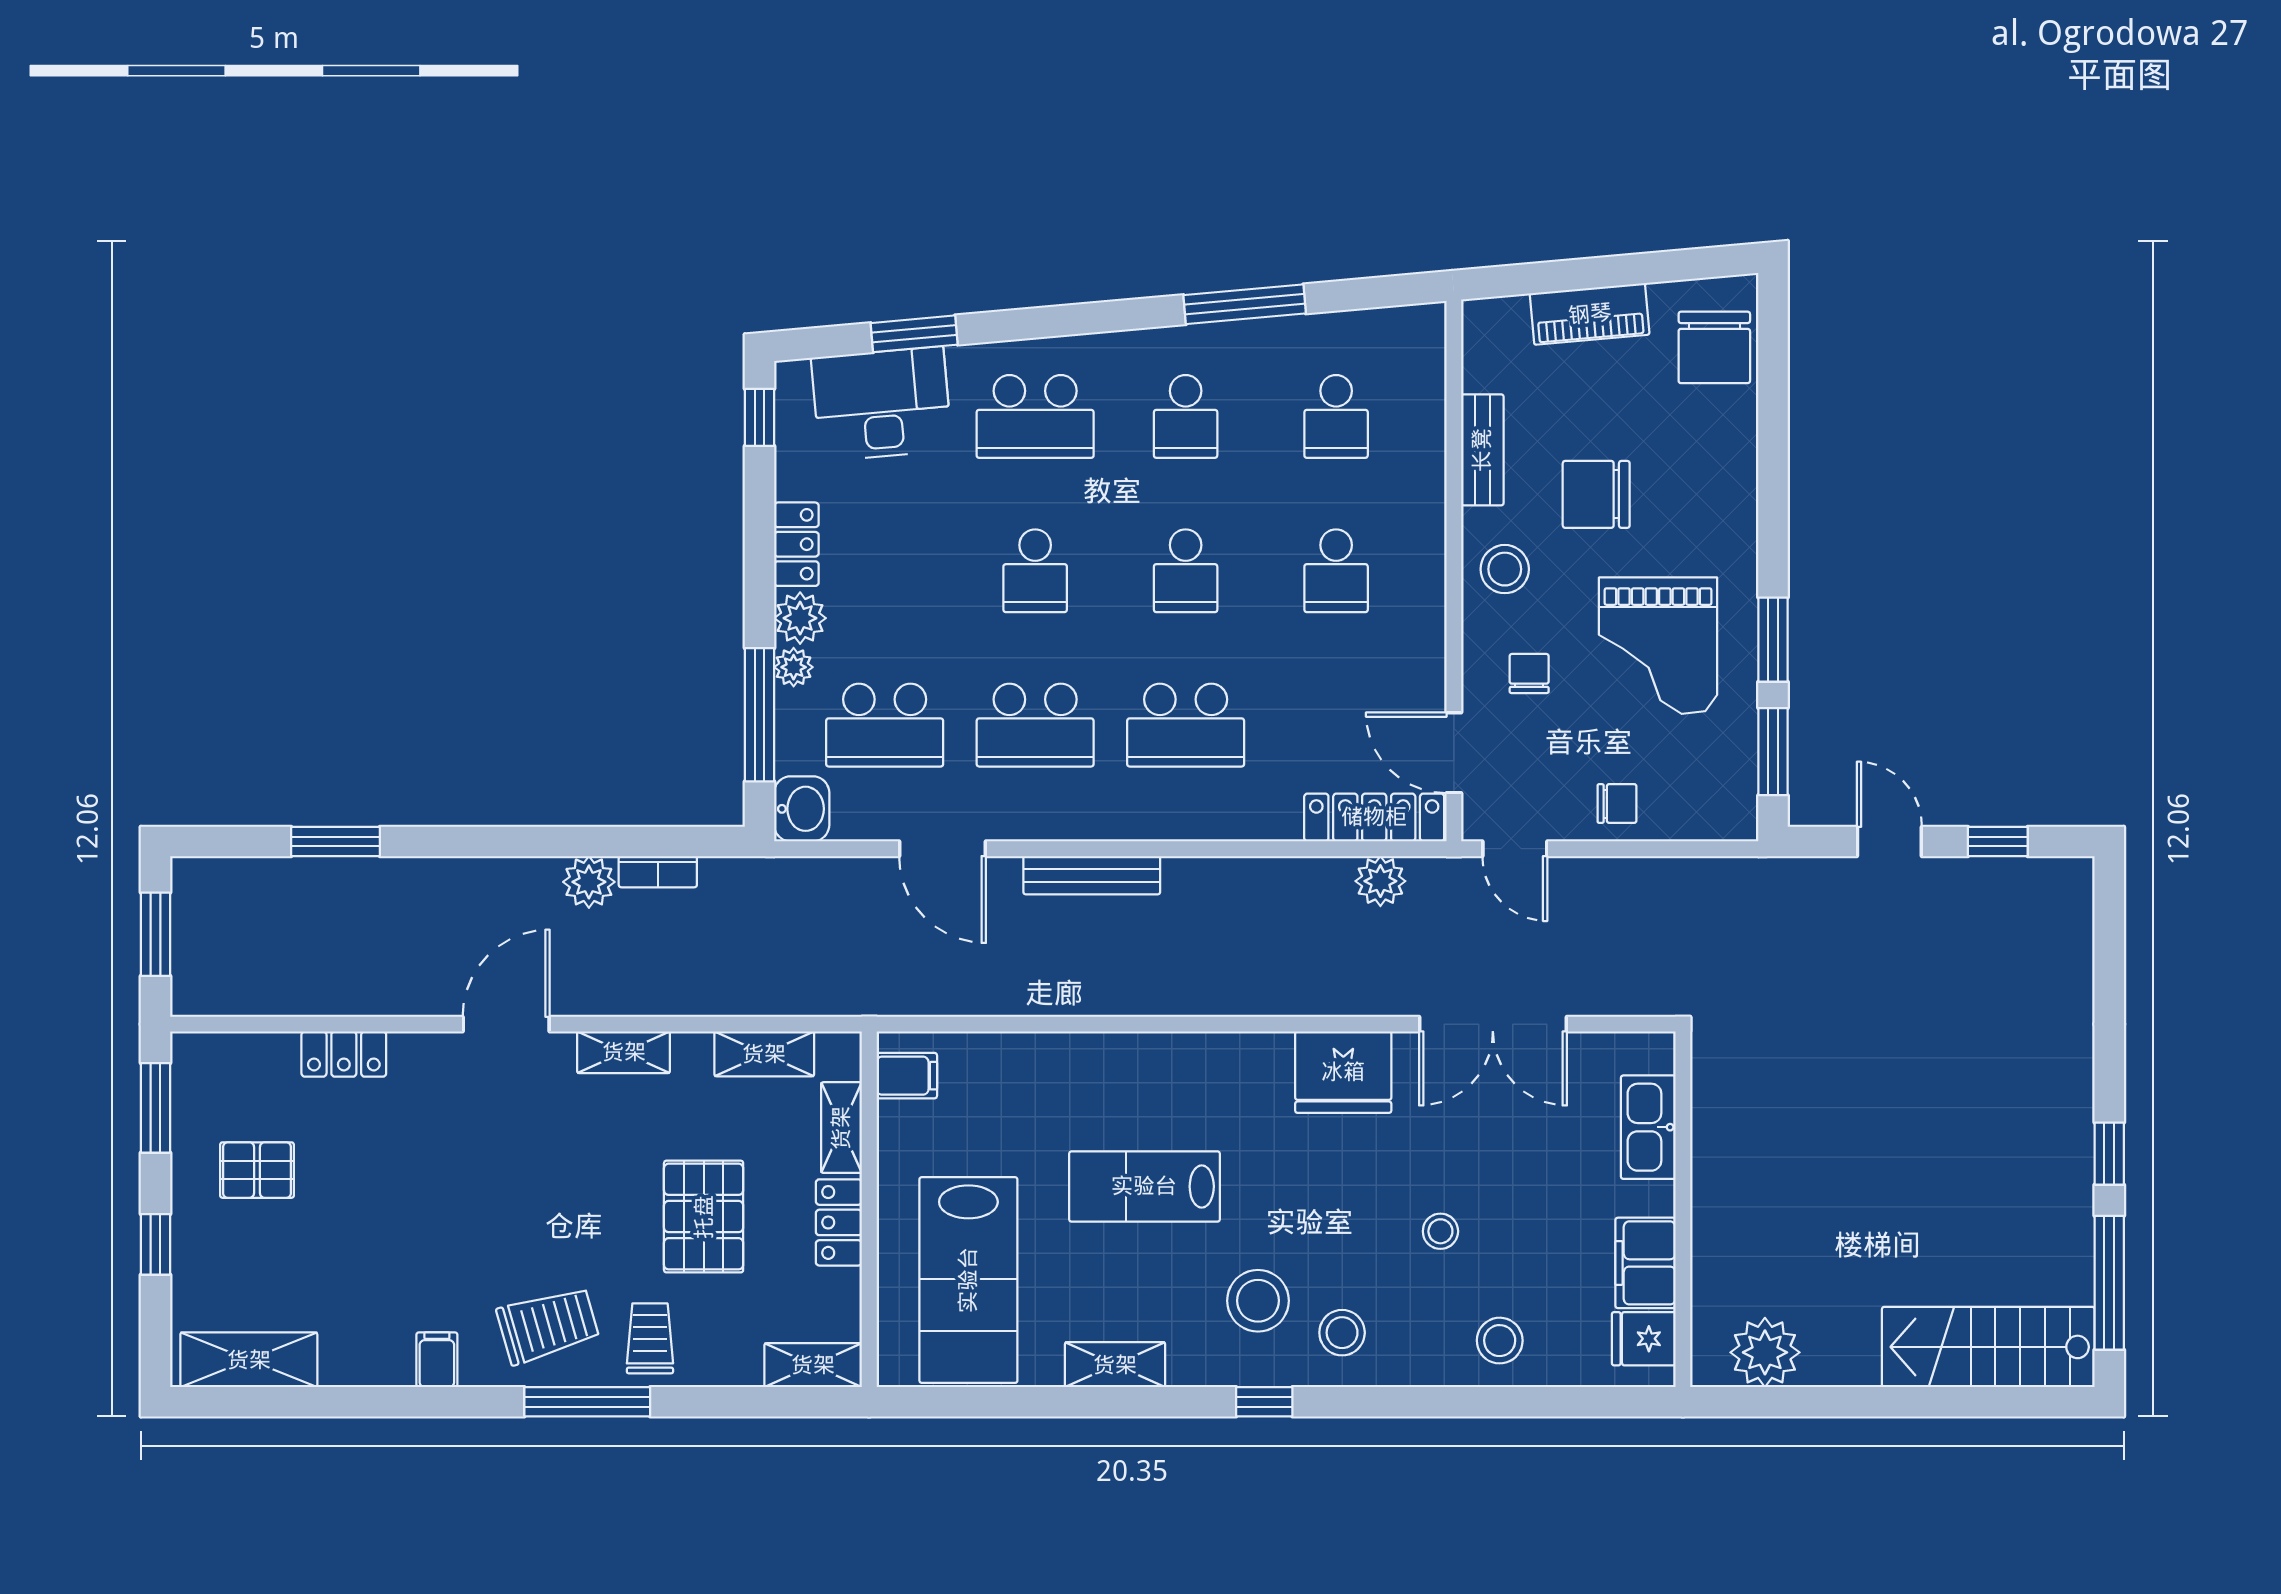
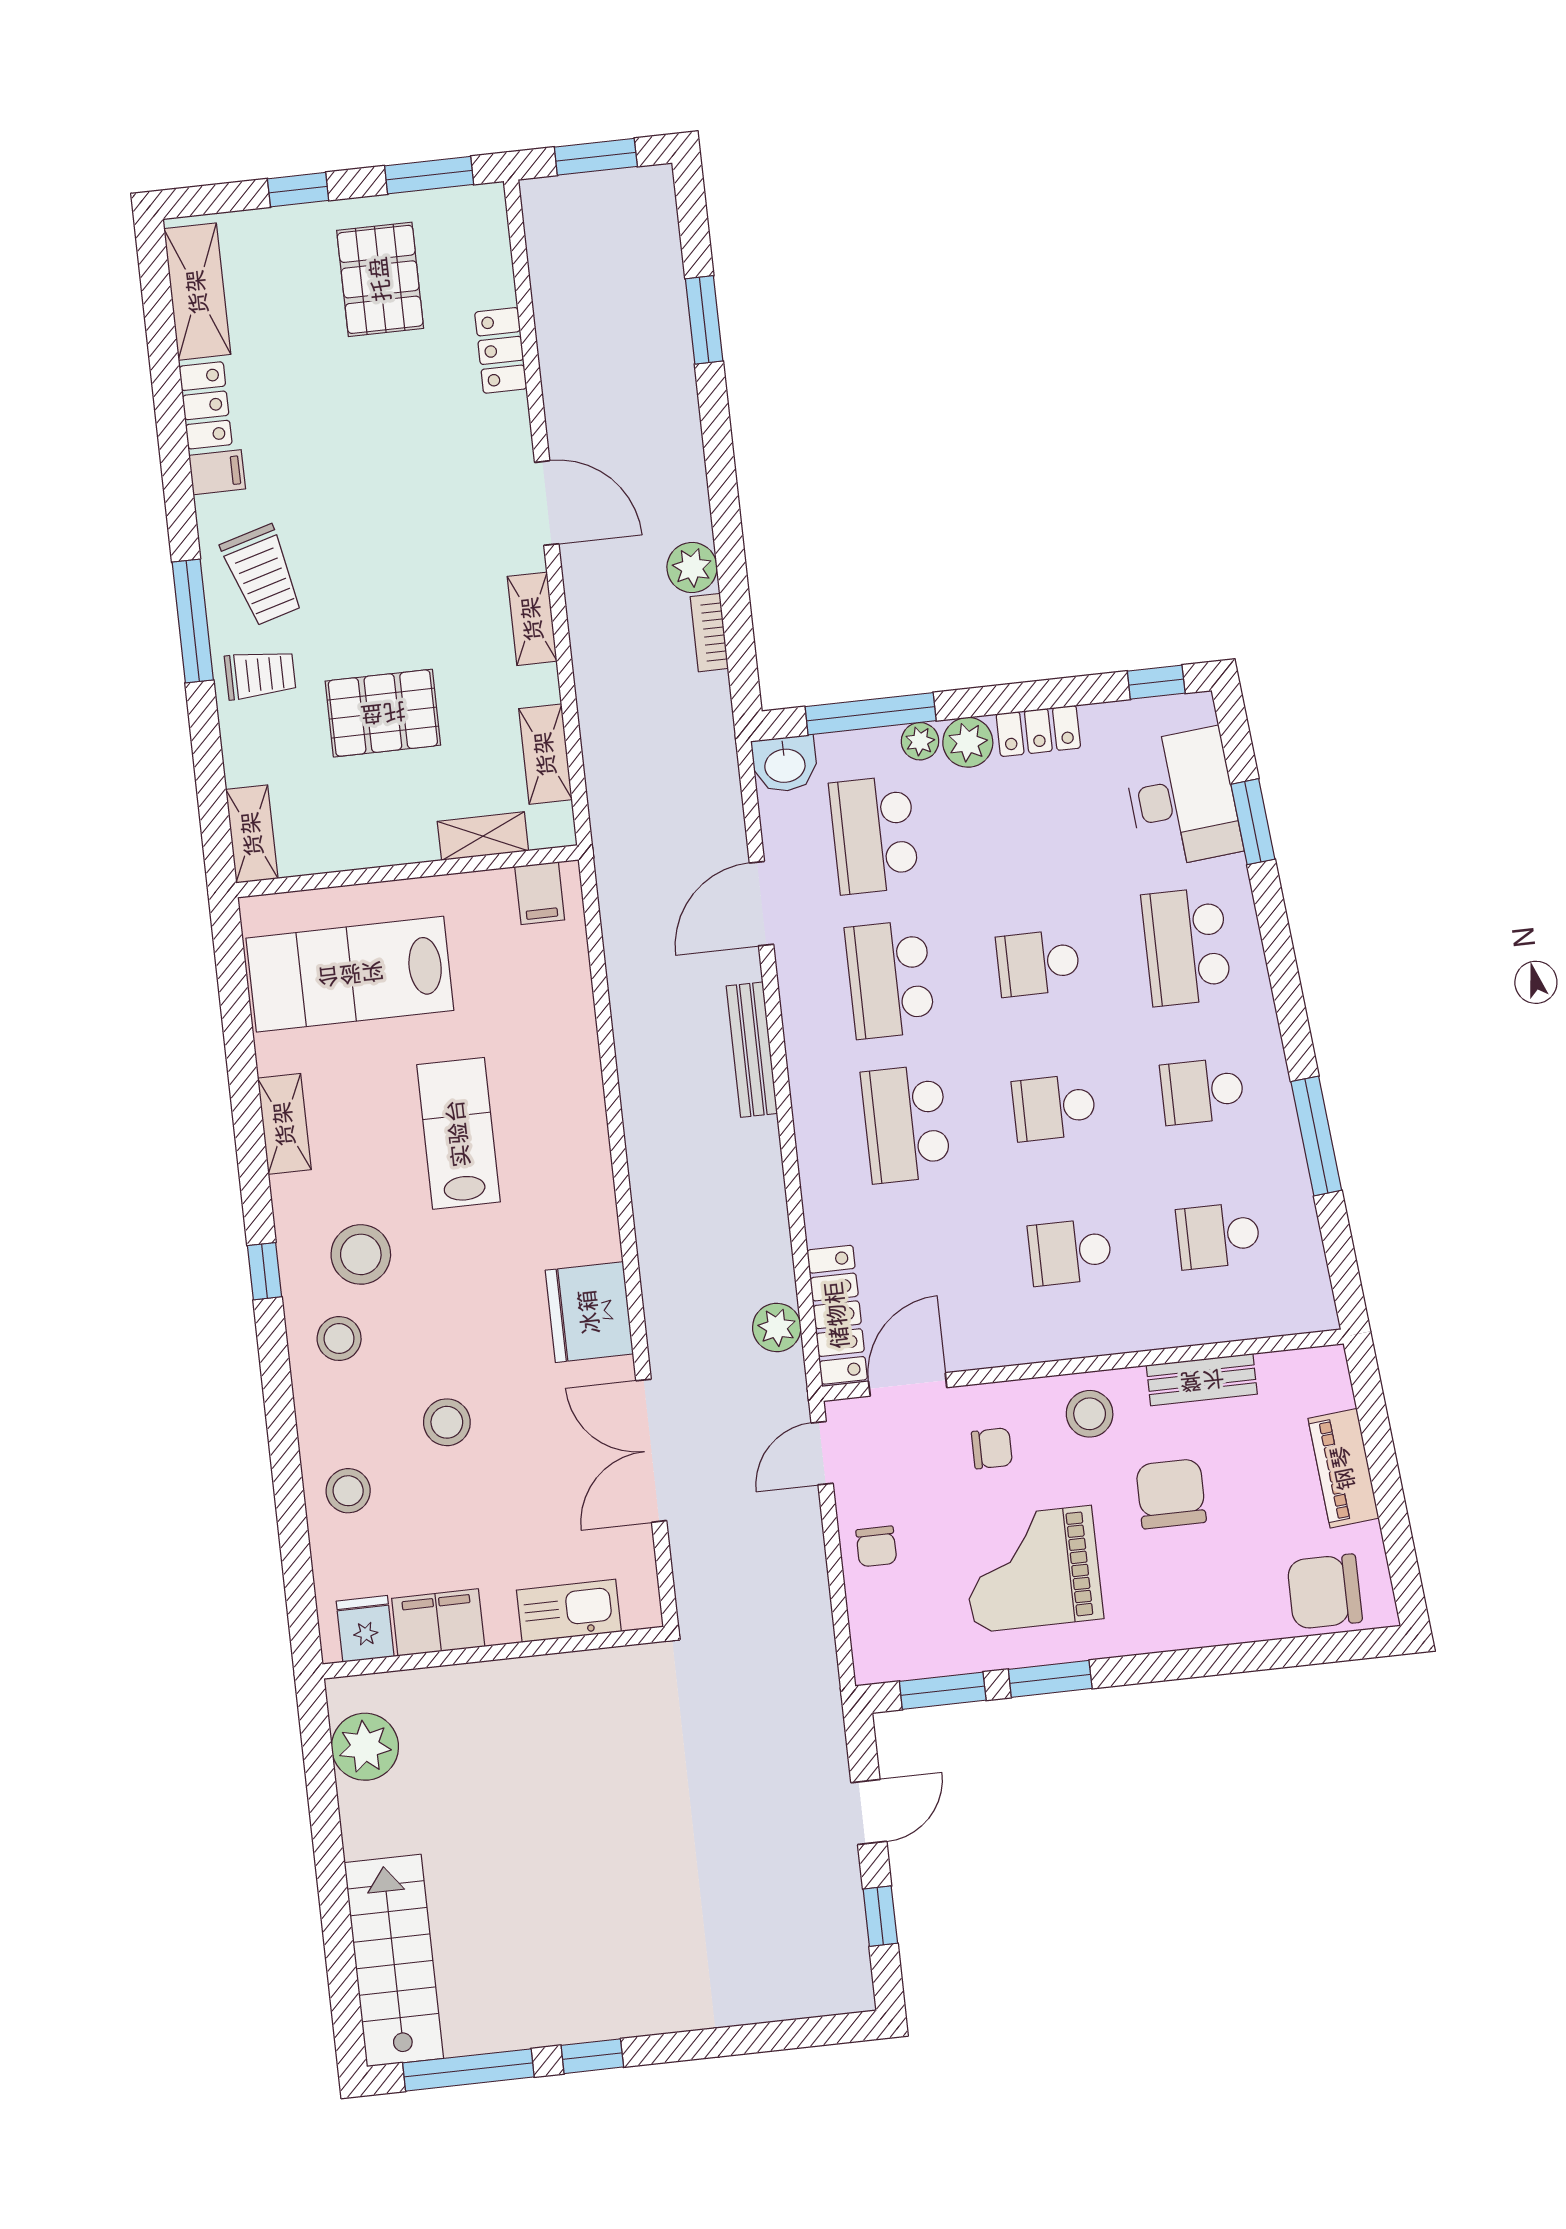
pallet: (257, 1170) -> (380, 279), width x1.50, depth x1.42
locker: (839, 1222) -> (206, 405), moved, turned 90
stool: (1440, 1231) -> (447, 1422), width x1.37, depth x1.37

